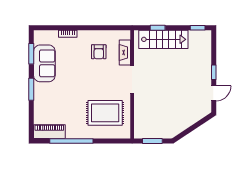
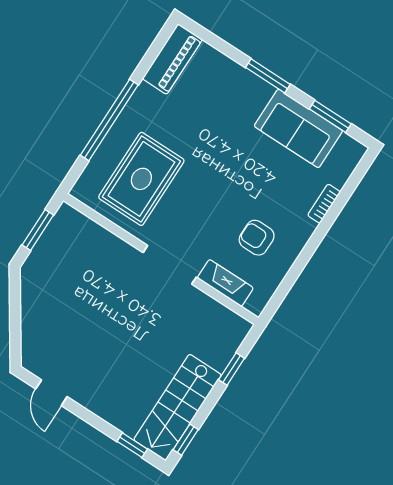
stairs: (163, 39) -> (178, 407), moved
window: (214, 72) -> (132, 445), moved
window: (71, 141) -> (109, 120), moved

